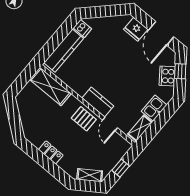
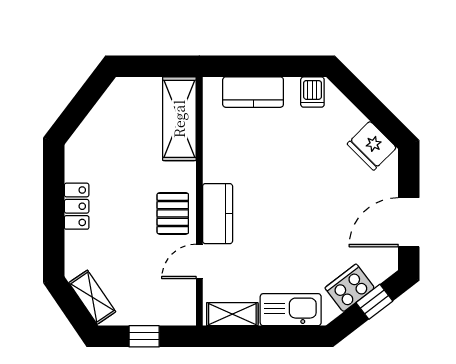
fridge: (136, 29) -> (372, 146), moved, turned -45
kitchen counter: (64, 51) -> (253, 92), width x0.67
kitchen sink: (154, 108) -> (291, 310), width x1.38

